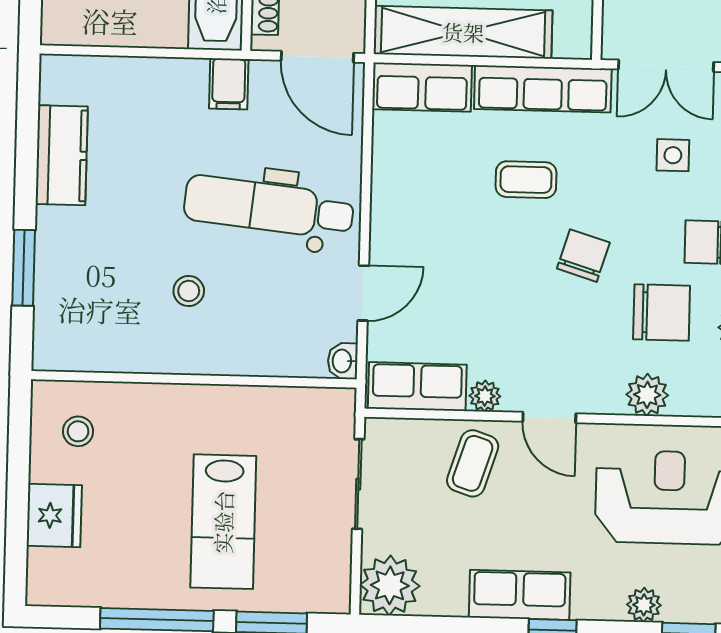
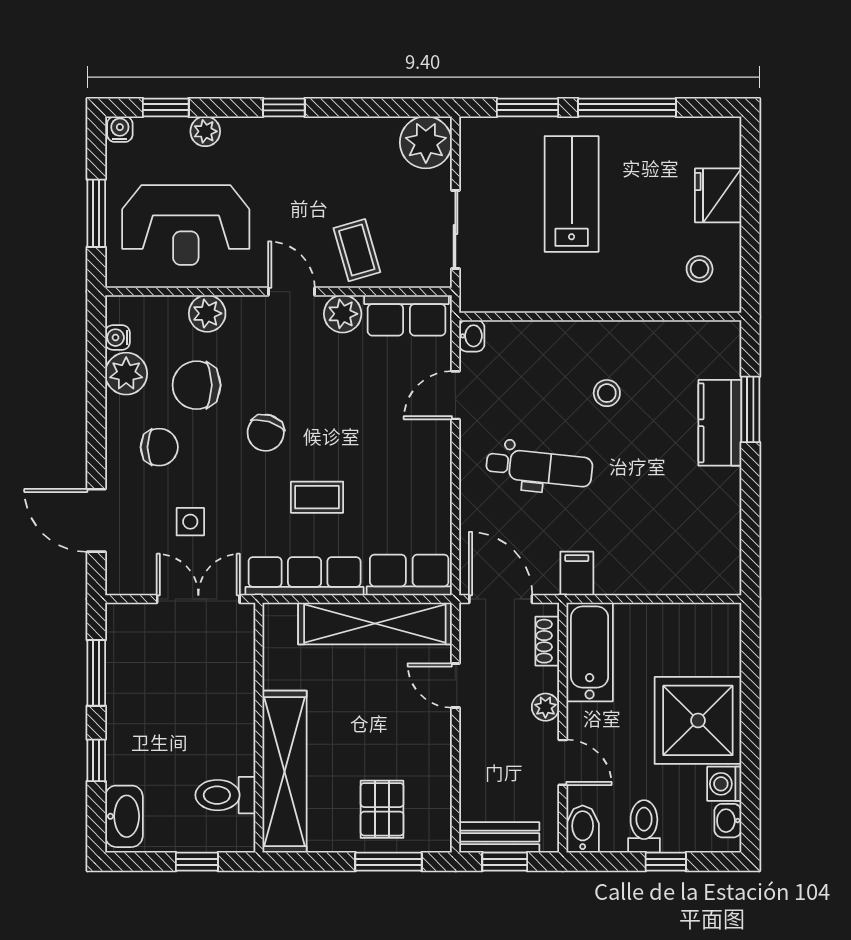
kitchen counter: (62, 155) -> (720, 423), moved
dental chair: (269, 207) -> (539, 467), width x0.73, depth x0.72
plant: (485, 396) -> (343, 314), width x1.38, depth x1.38
coffee table: (473, 463) -> (357, 250), turned -34
row of seats: (520, 595) -> (313, 137), removed

